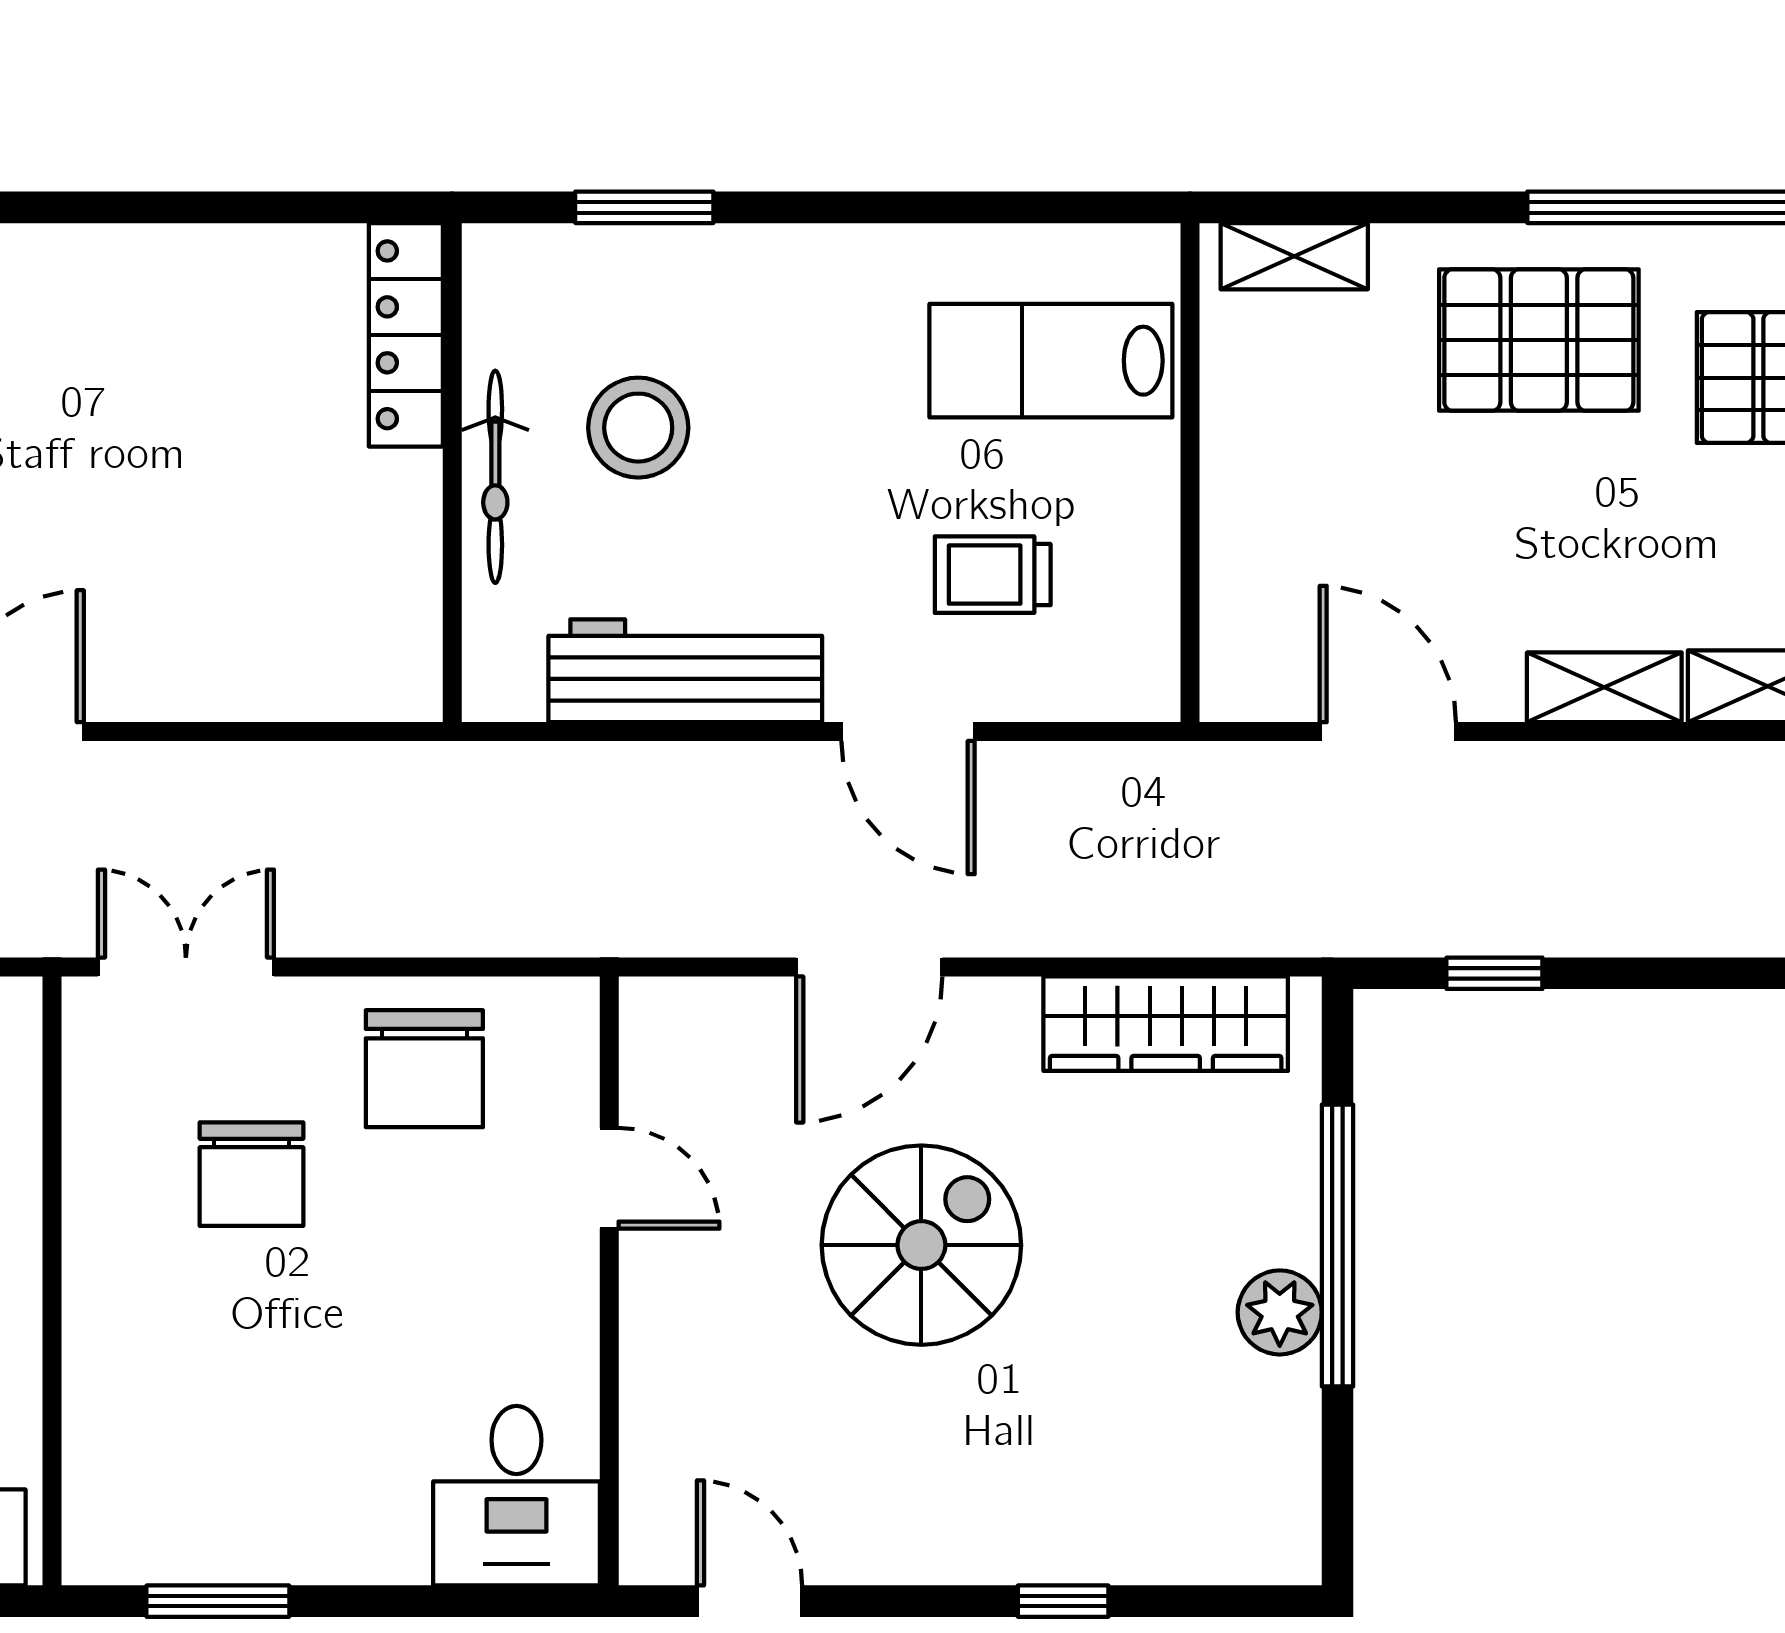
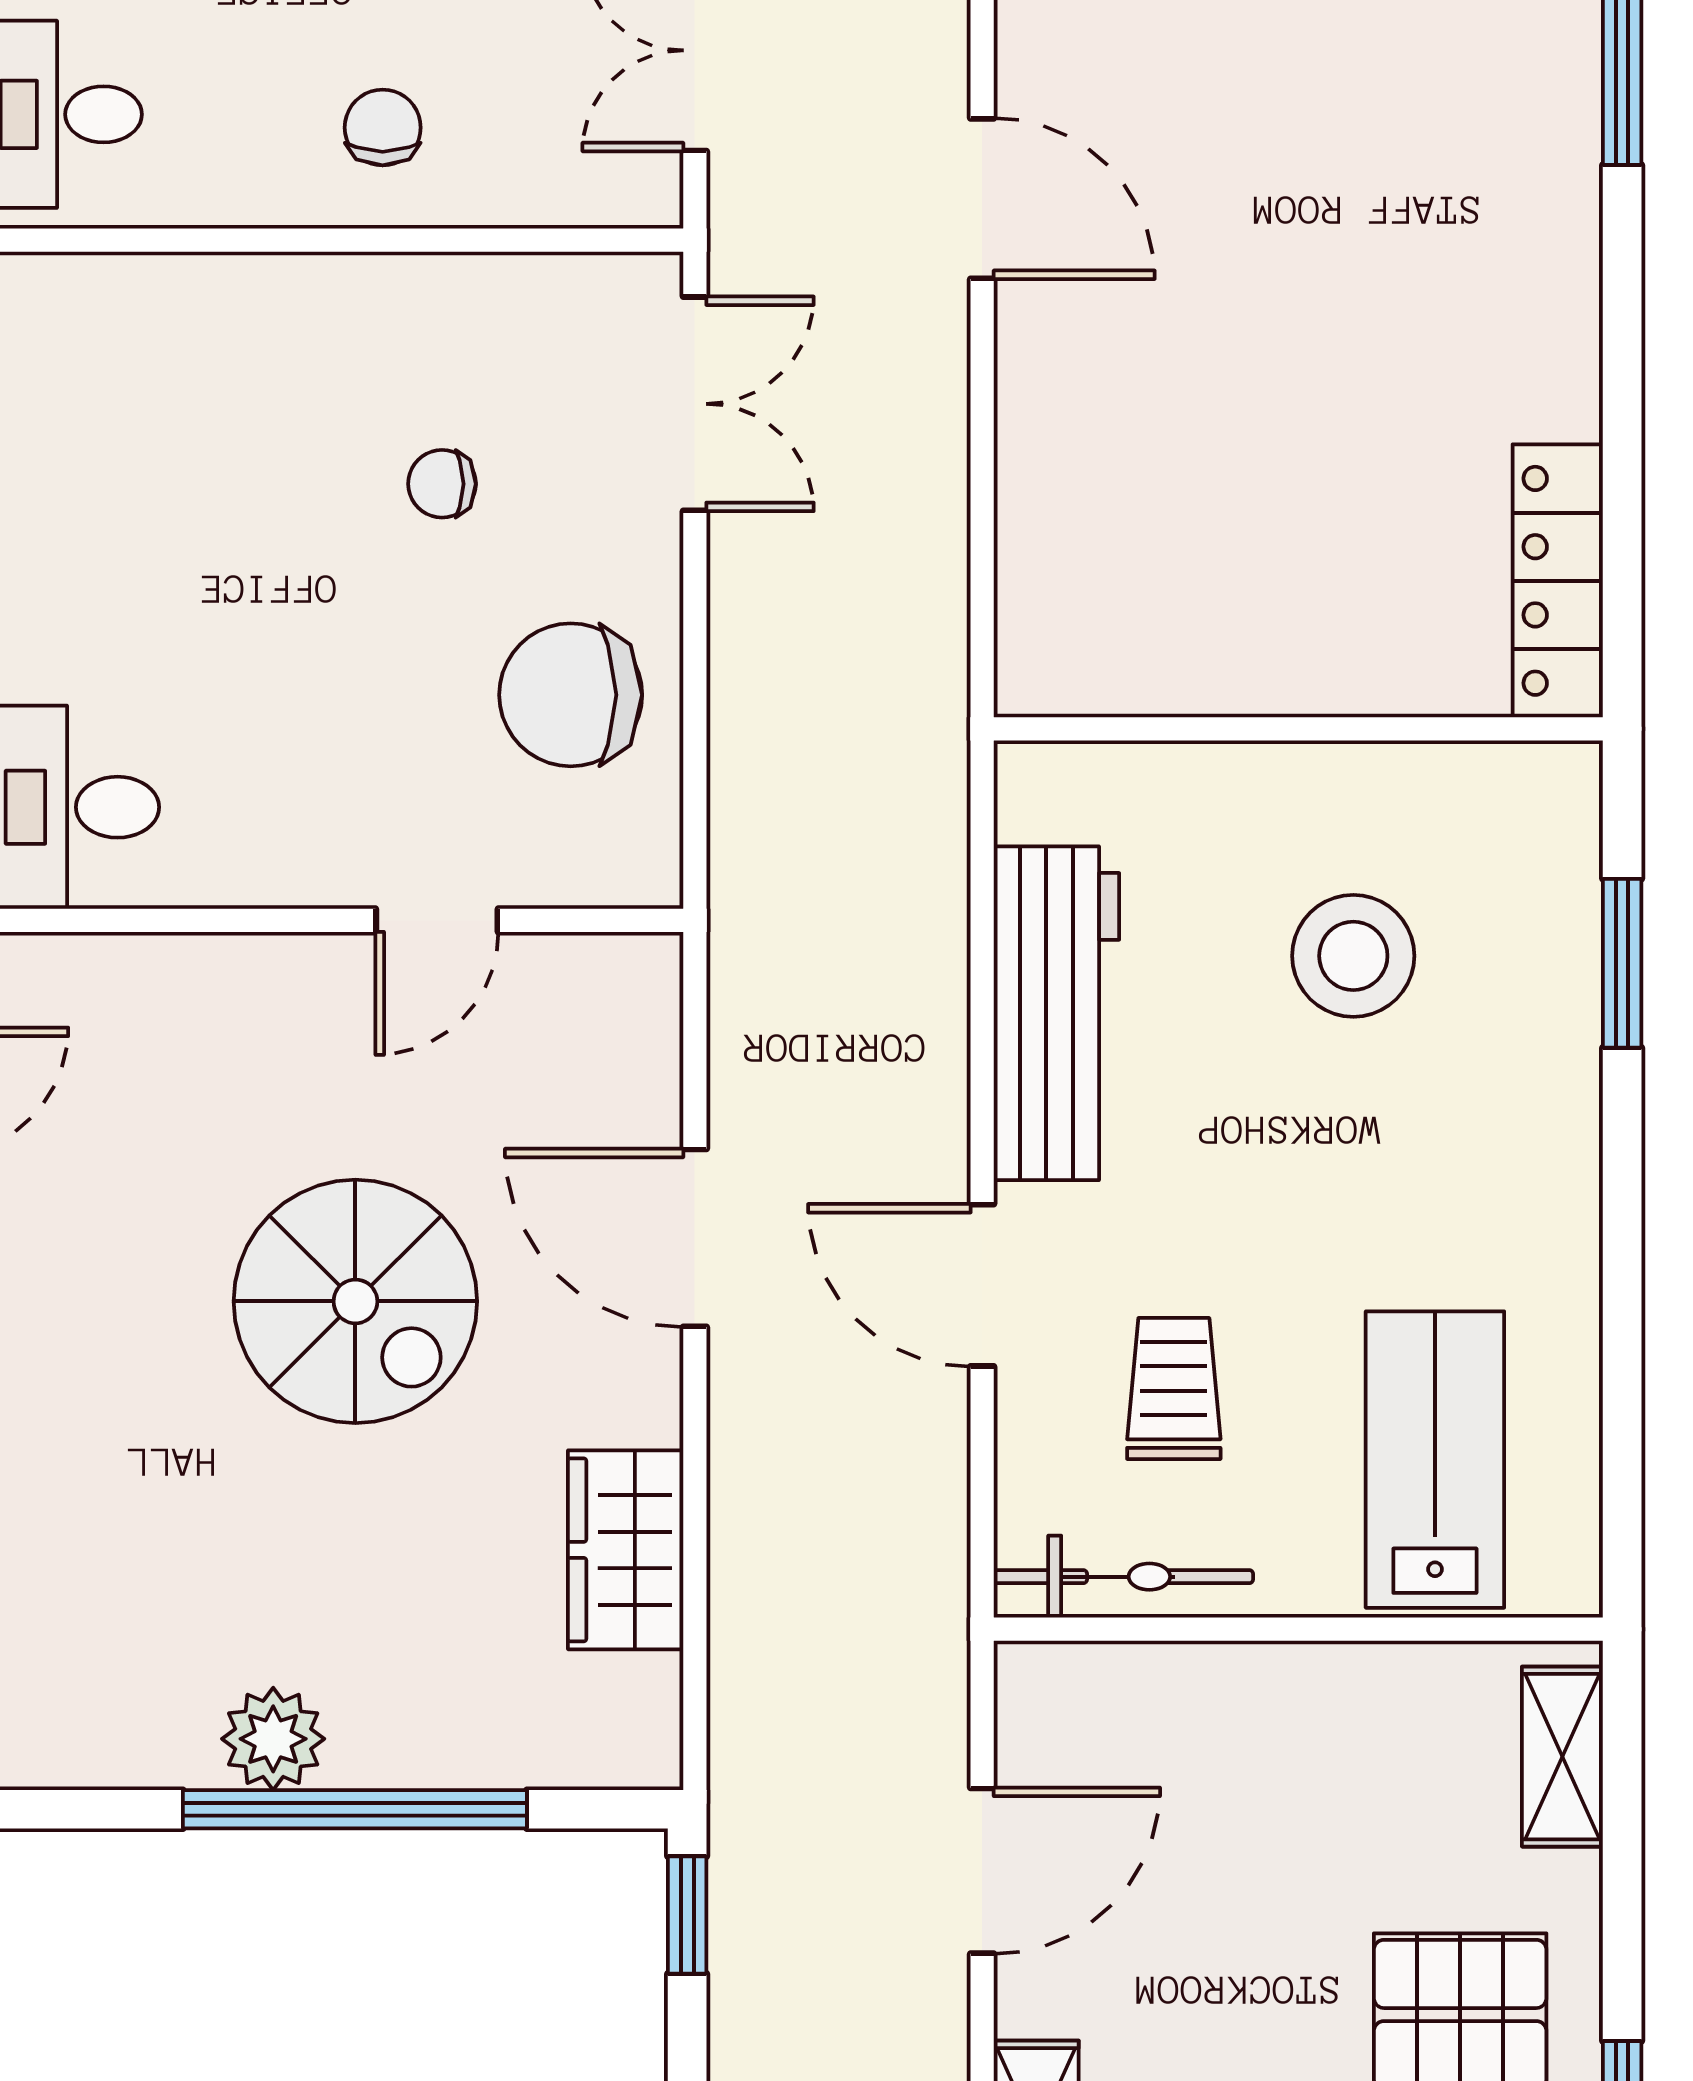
locker: (406, 335) -> (1558, 581), moved, turned -90
bicycle: (495, 477) -> (1123, 1577), moved, turned 180
door: (908, 732) -> (982, 1285), hinge flipped
window: (1494, 973) -> (687, 1915), moved
wardrobe: (1166, 1024) -> (626, 1550), width x0.67
chair: (251, 1174) -> (442, 484), width x0.54, depth x0.54

